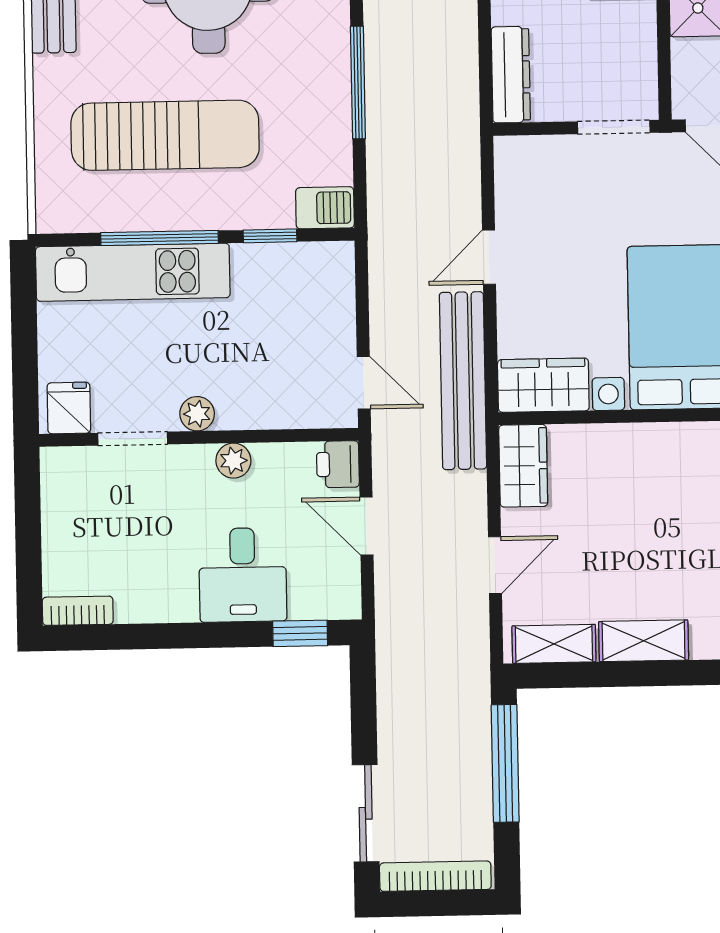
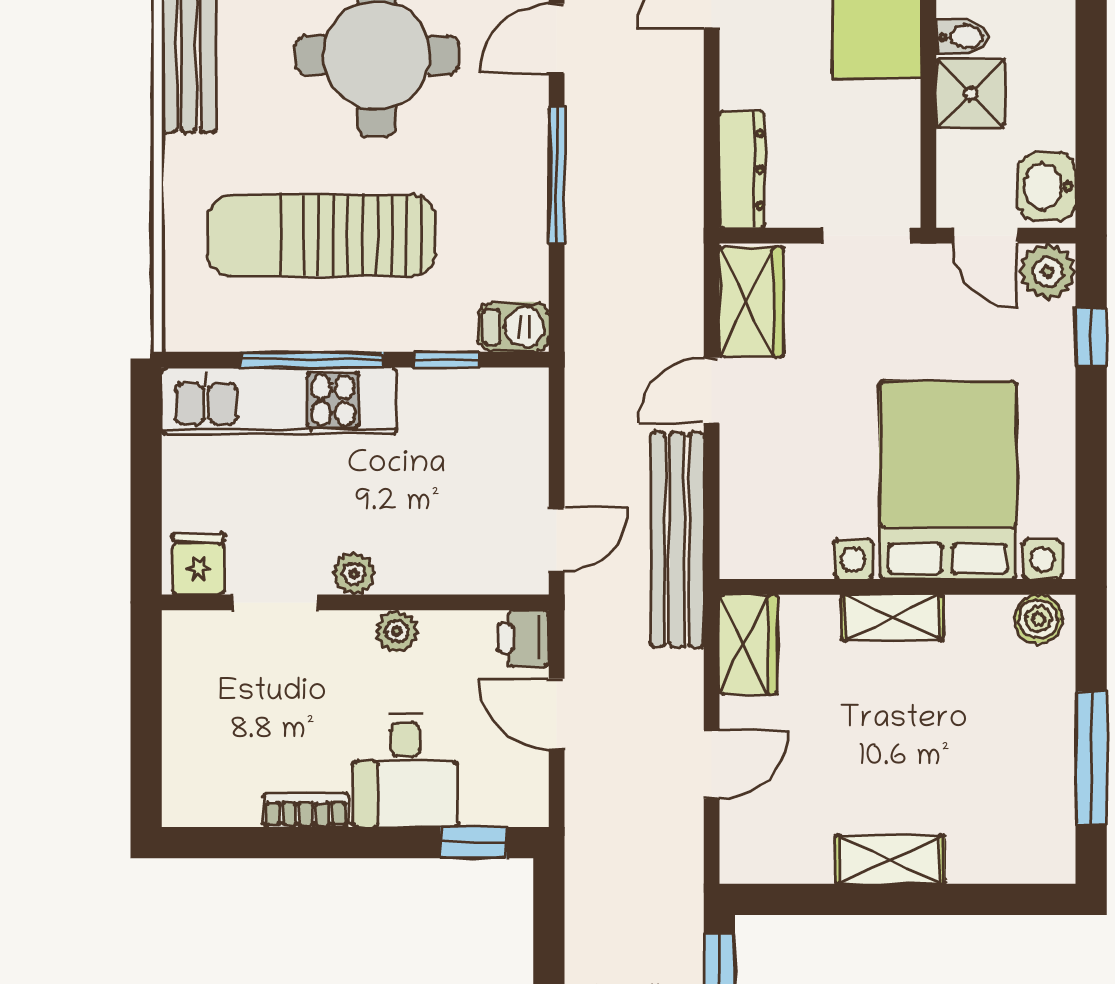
sun lounger: (165, 135) -> (321, 235), turned 180
door: (364, 383) -> (557, 540), hinge flipped
wardrobe: (543, 385) -> (751, 302), moved, turned 90
bookcase: (78, 611) -> (306, 810), moved
shelving: (554, 644) -> (892, 617), moved

